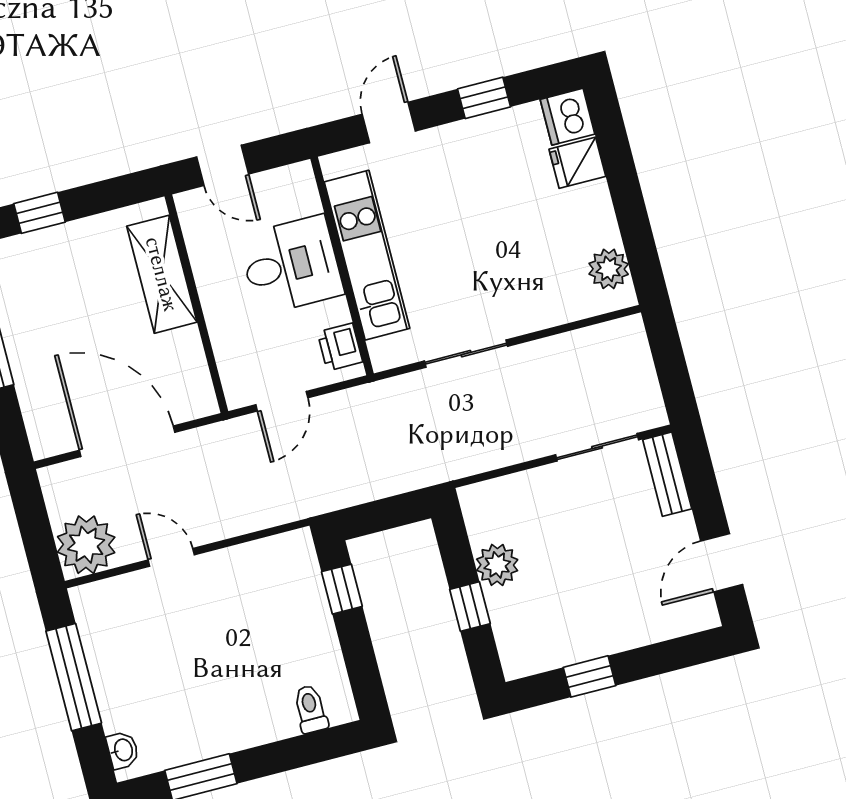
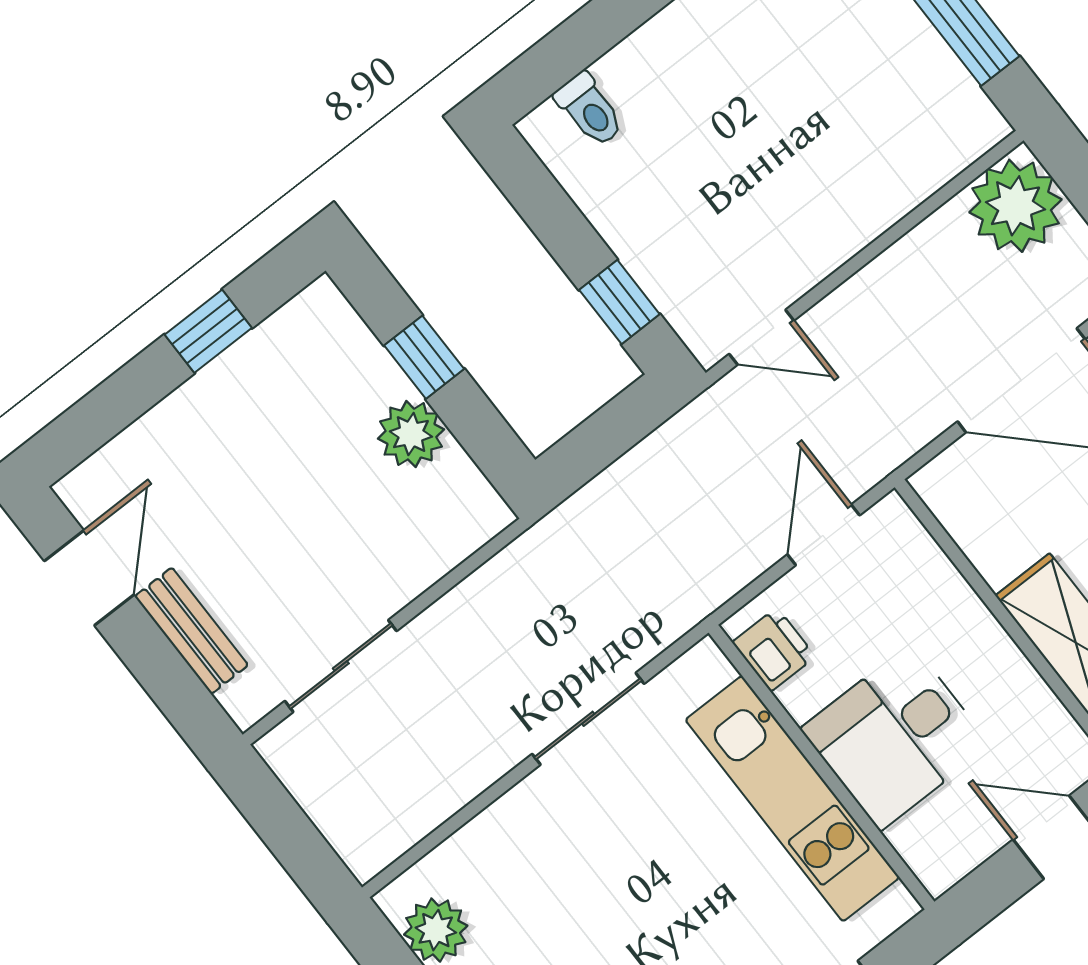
bench: (667, 474) -> (191, 631), moved
door: (171, 557) -> (761, 337), moved

